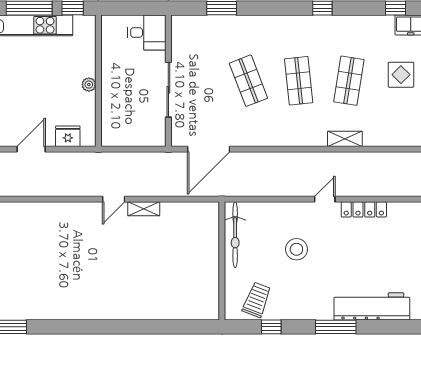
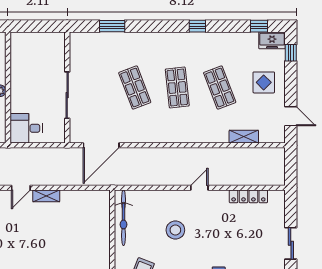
desk: (147, 32) -> (26, 128), moved, turned 180
shop shelf: (349, 81) -> (220, 87), turned -30
shelving: (345, 139) -> (244, 137), moved
locker: (364, 209) -> (248, 196), moved

